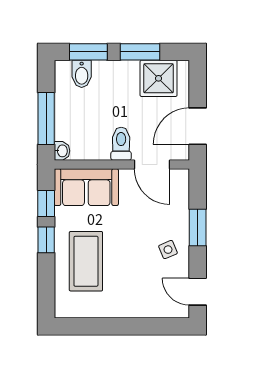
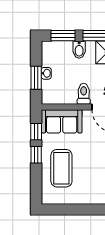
bidet: (82, 74) -> (79, 50), moved
window: (46, 118) -> (36, 78), width x0.69
washbasin: (62, 151) -> (46, 73), moved

